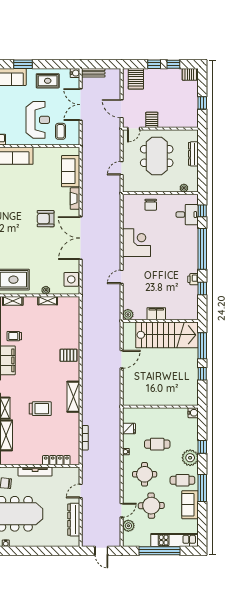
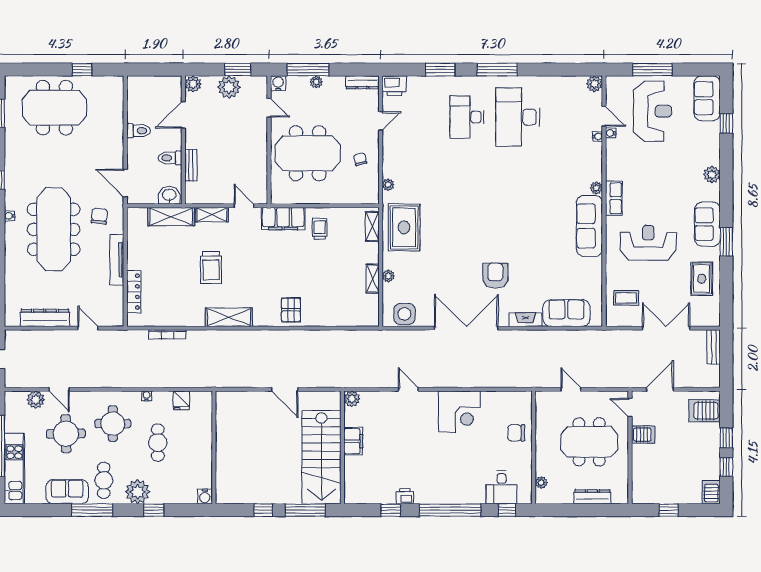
water cooler: (75, 73) -> (713, 320), removed
reception desk: (38, 120) -> (648, 243), moved, turned 180

